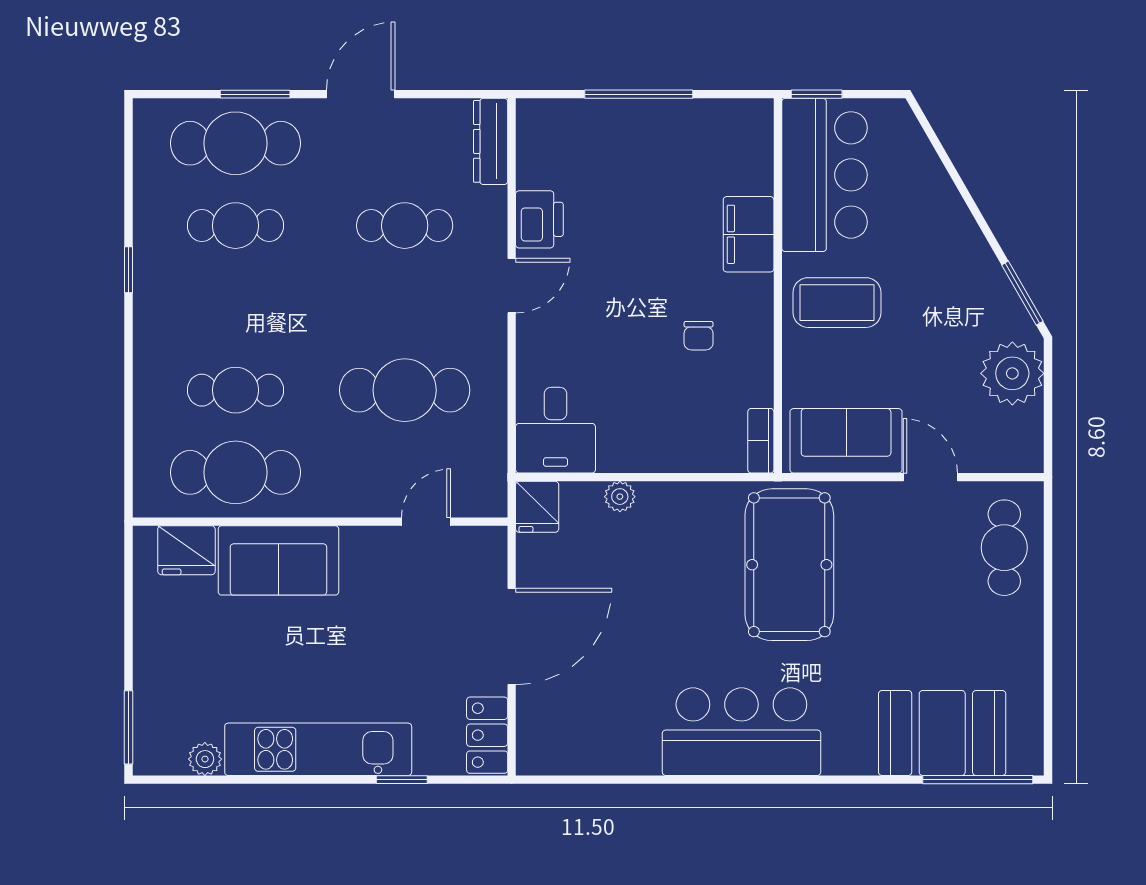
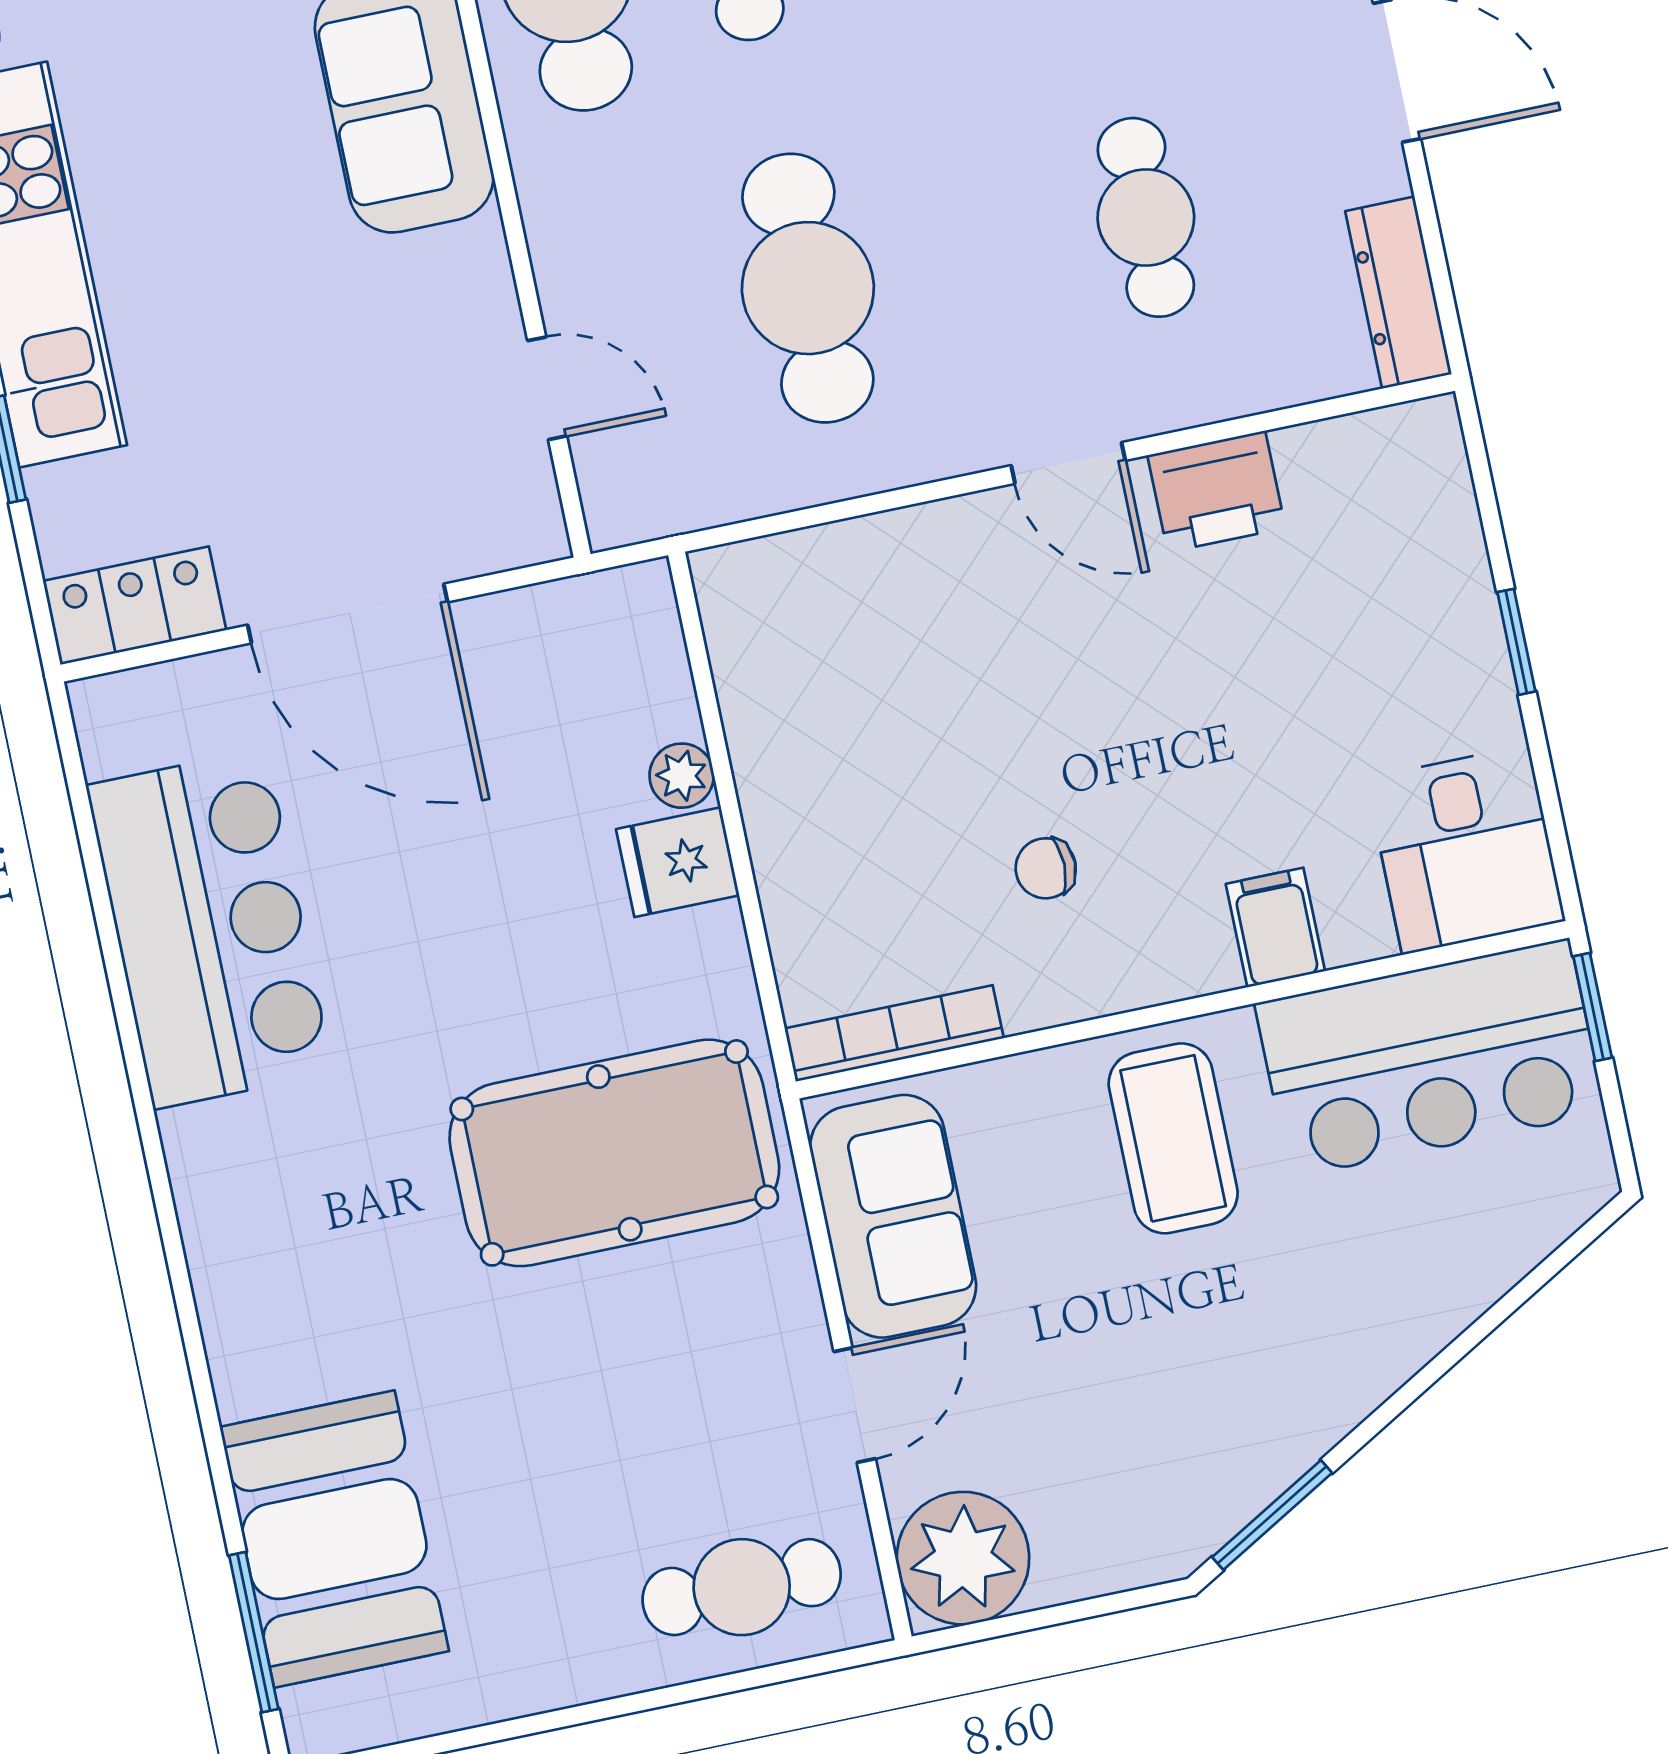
window: (639, 94) -> (1516, 642), width x0.46
dresser: (491, 141) -> (1398, 293), moved, turned -90
filing cabinet: (749, 234) -> (1275, 927), width x0.50
plant: (1012, 373) -> (963, 1558), moved
desk: (556, 430) -> (1466, 850), moved, turned -90
bookcase: (761, 441) -> (894, 1033), width x1.56
fridge: (537, 507) -> (678, 862), moved
bar counter: (741, 732) -> (210, 929), moved
window: (978, 780) -> (254, 1632), width x0.69

